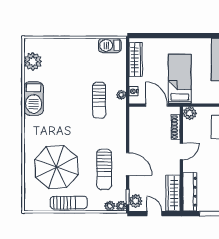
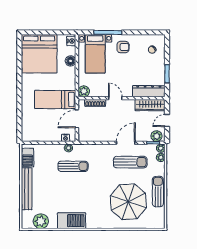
bench: (72, 44) -> (27, 189), added
wardrobe: (136, 59) -> (39, 136), removed

